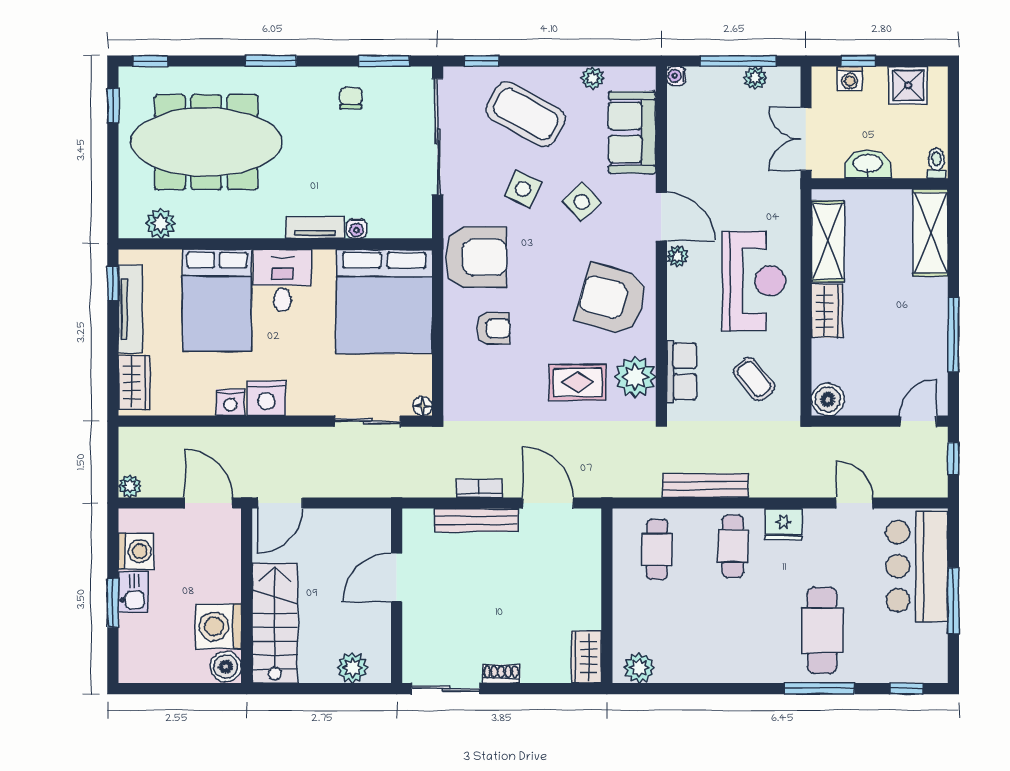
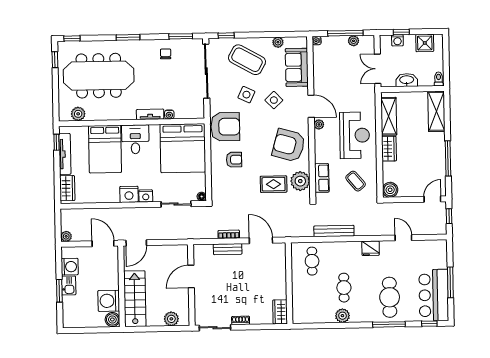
nightstand: (230, 402) -> (146, 196), moved
bench: (476, 520) -> (228, 249), width x0.73
cafe table: (733, 546) -> (344, 288), moved
bar counter: (917, 566) -> (434, 295), moved
plant: (639, 668) -> (342, 316), moved

